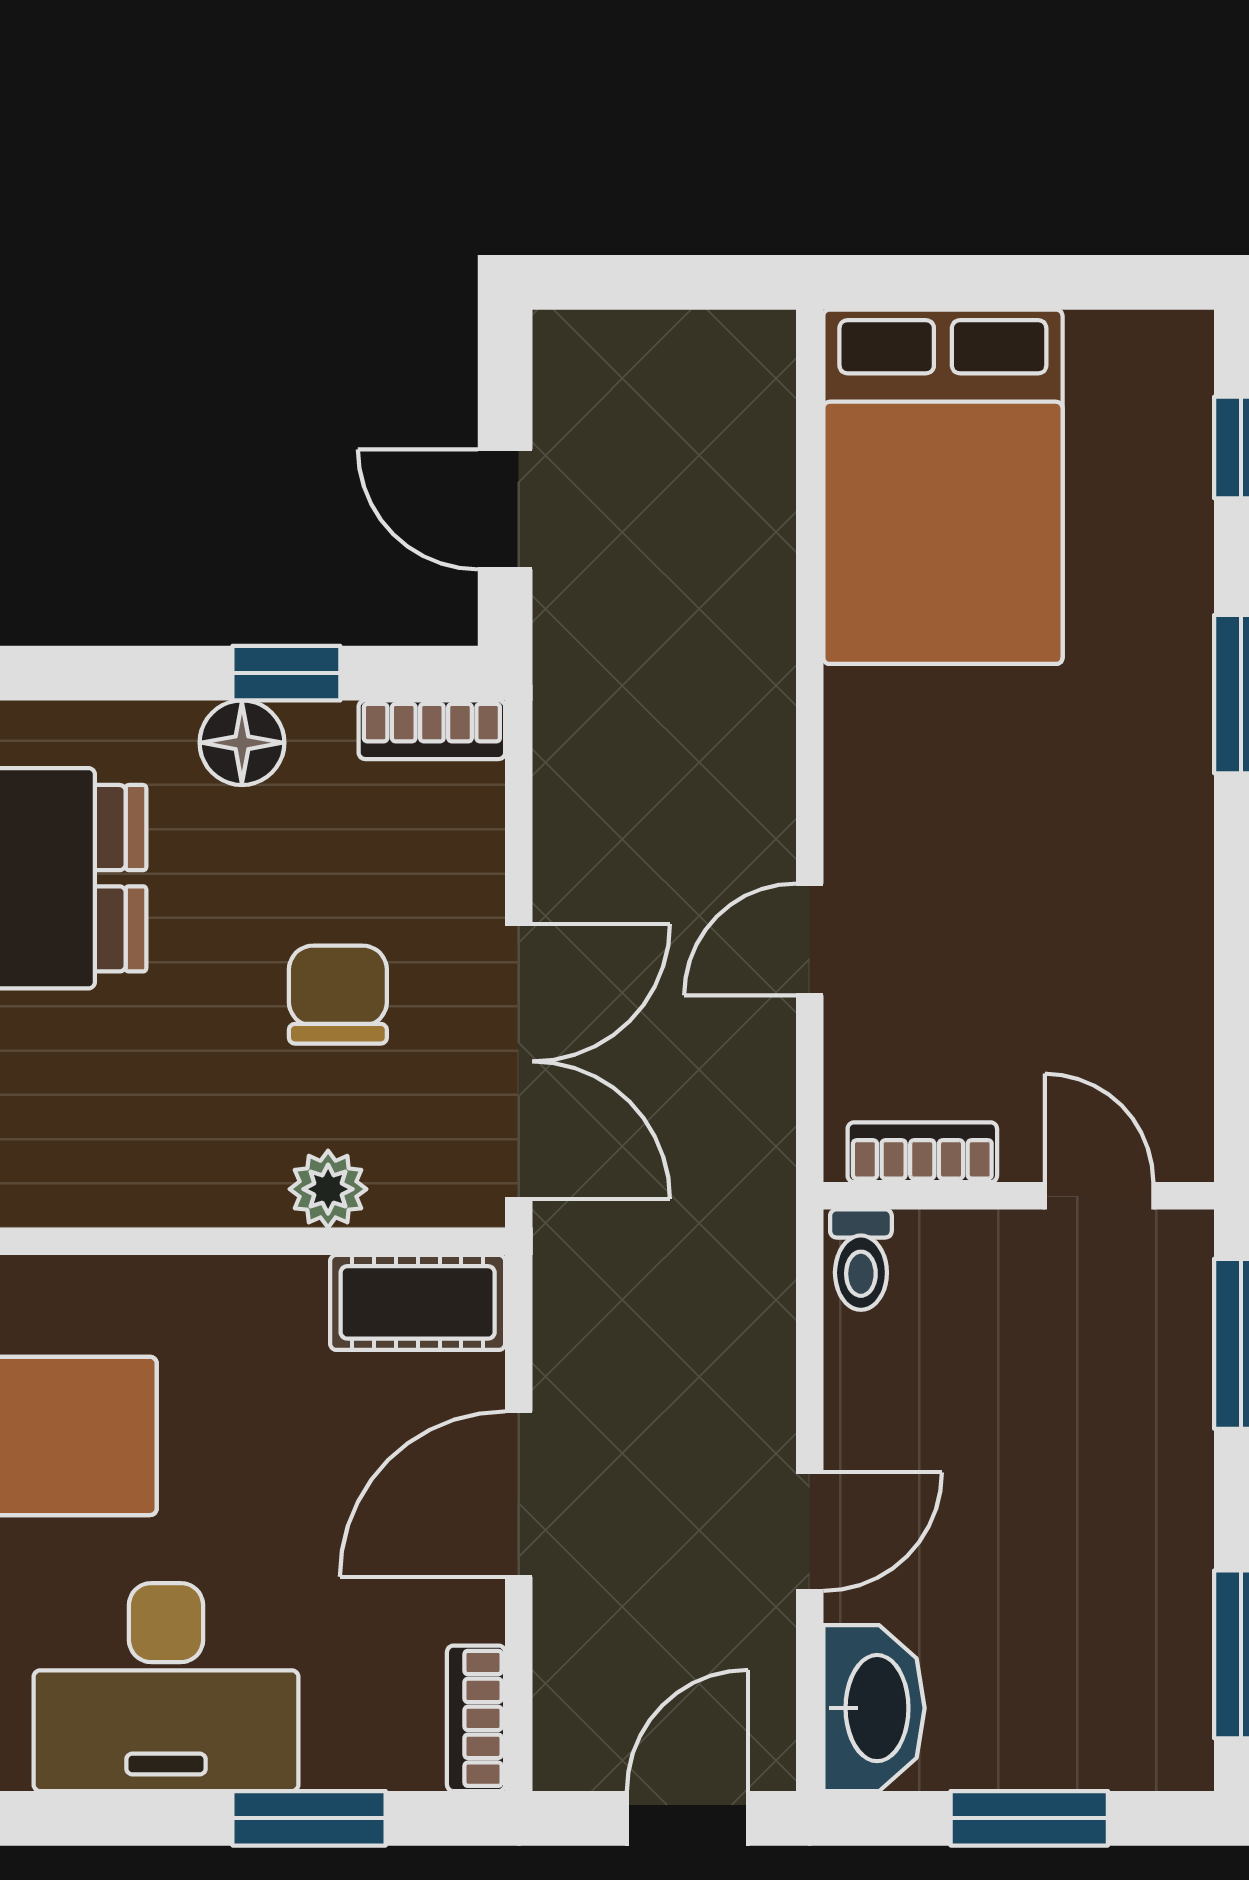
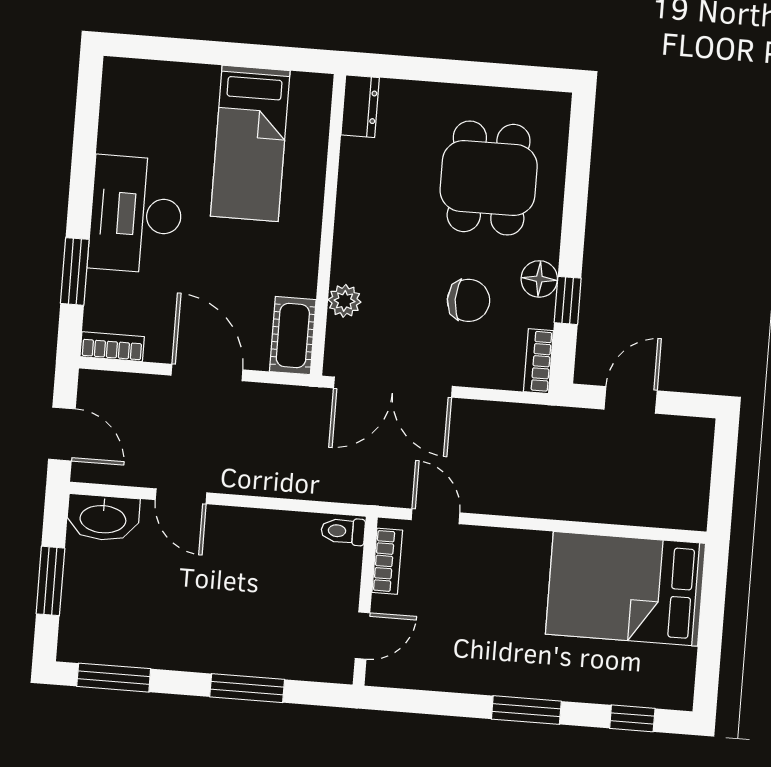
chair: (338, 995) -> (468, 300), moved
bookcase: (922, 1152) -> (387, 561), moved
wall: (1019, 1196) -> (365, 601), moved
door: (1099, 1196) -> (362, 636), moved
toilet: (861, 1260) -> (343, 531), moved

